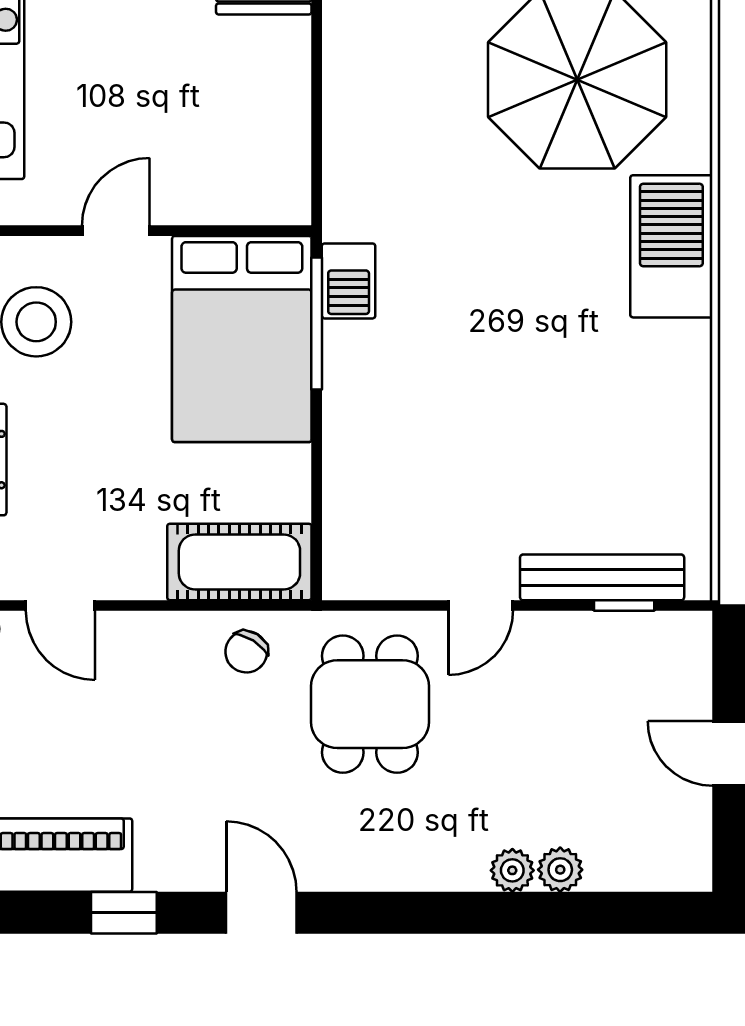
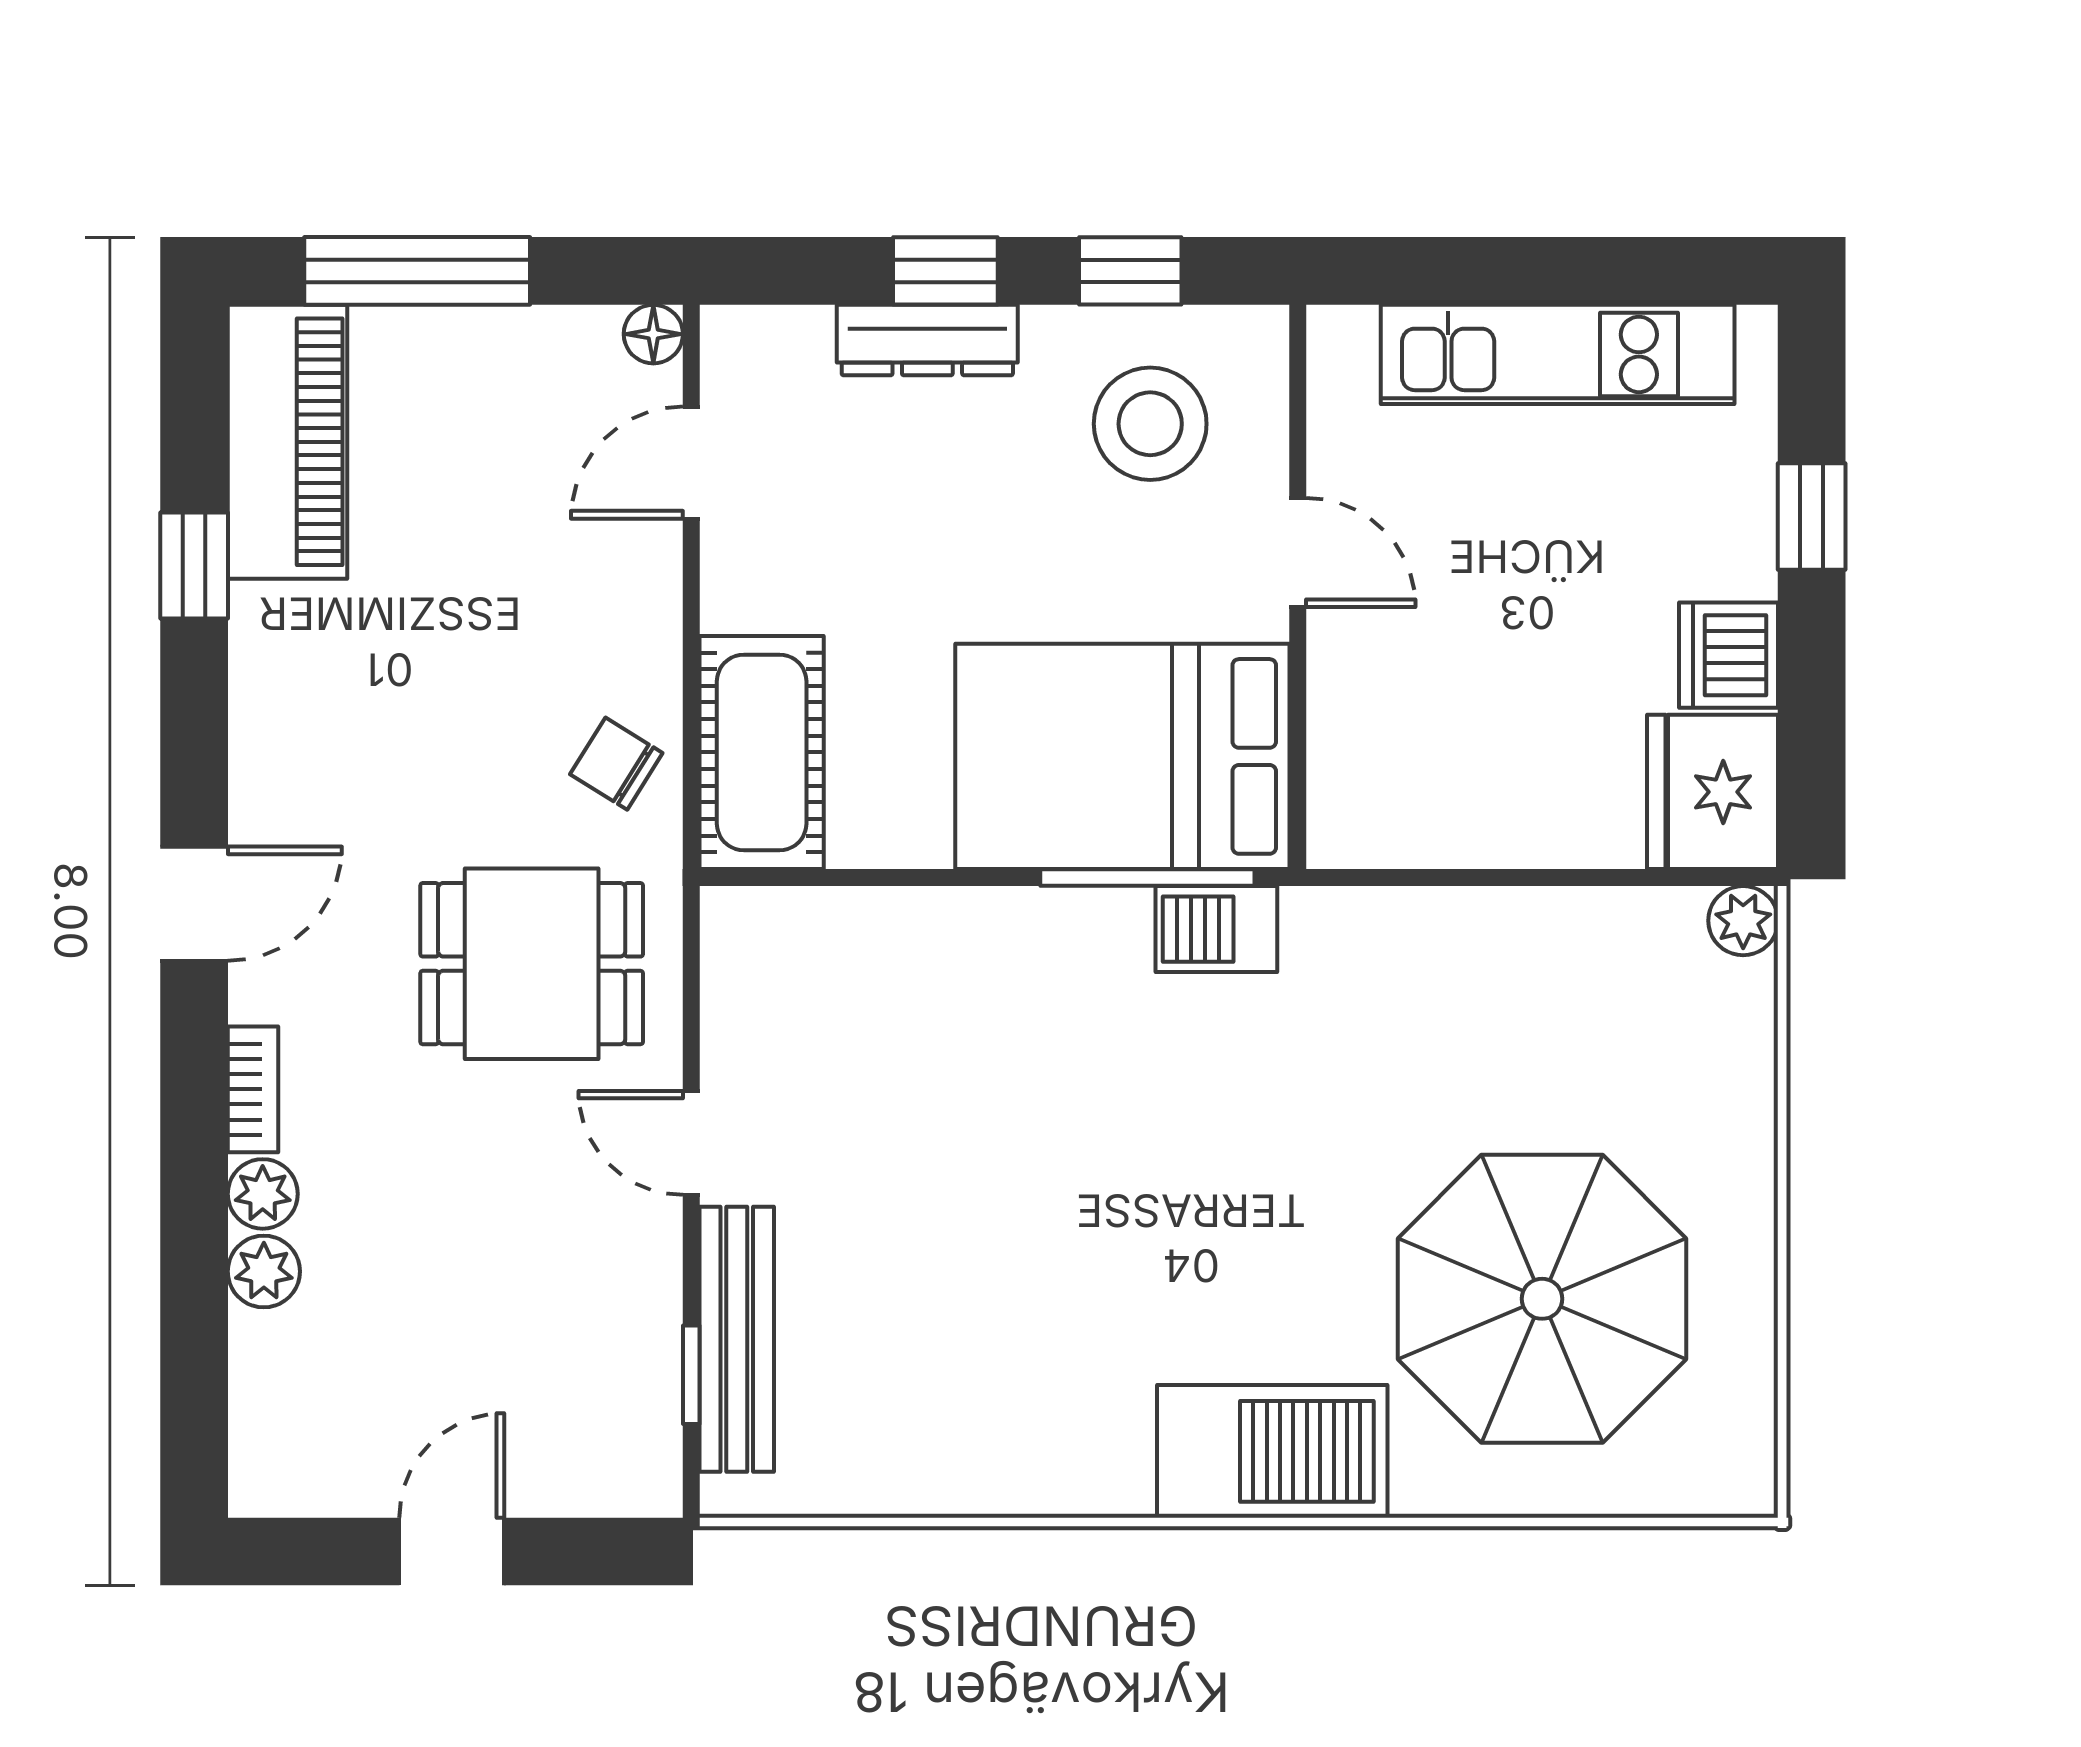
bookcase: (448, 876) -> (253, 1089), added
door: (261, 913) -> (194, 904), moved

